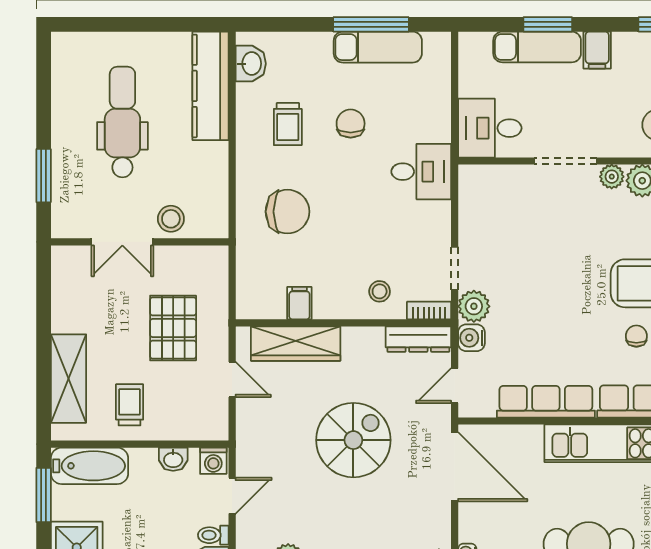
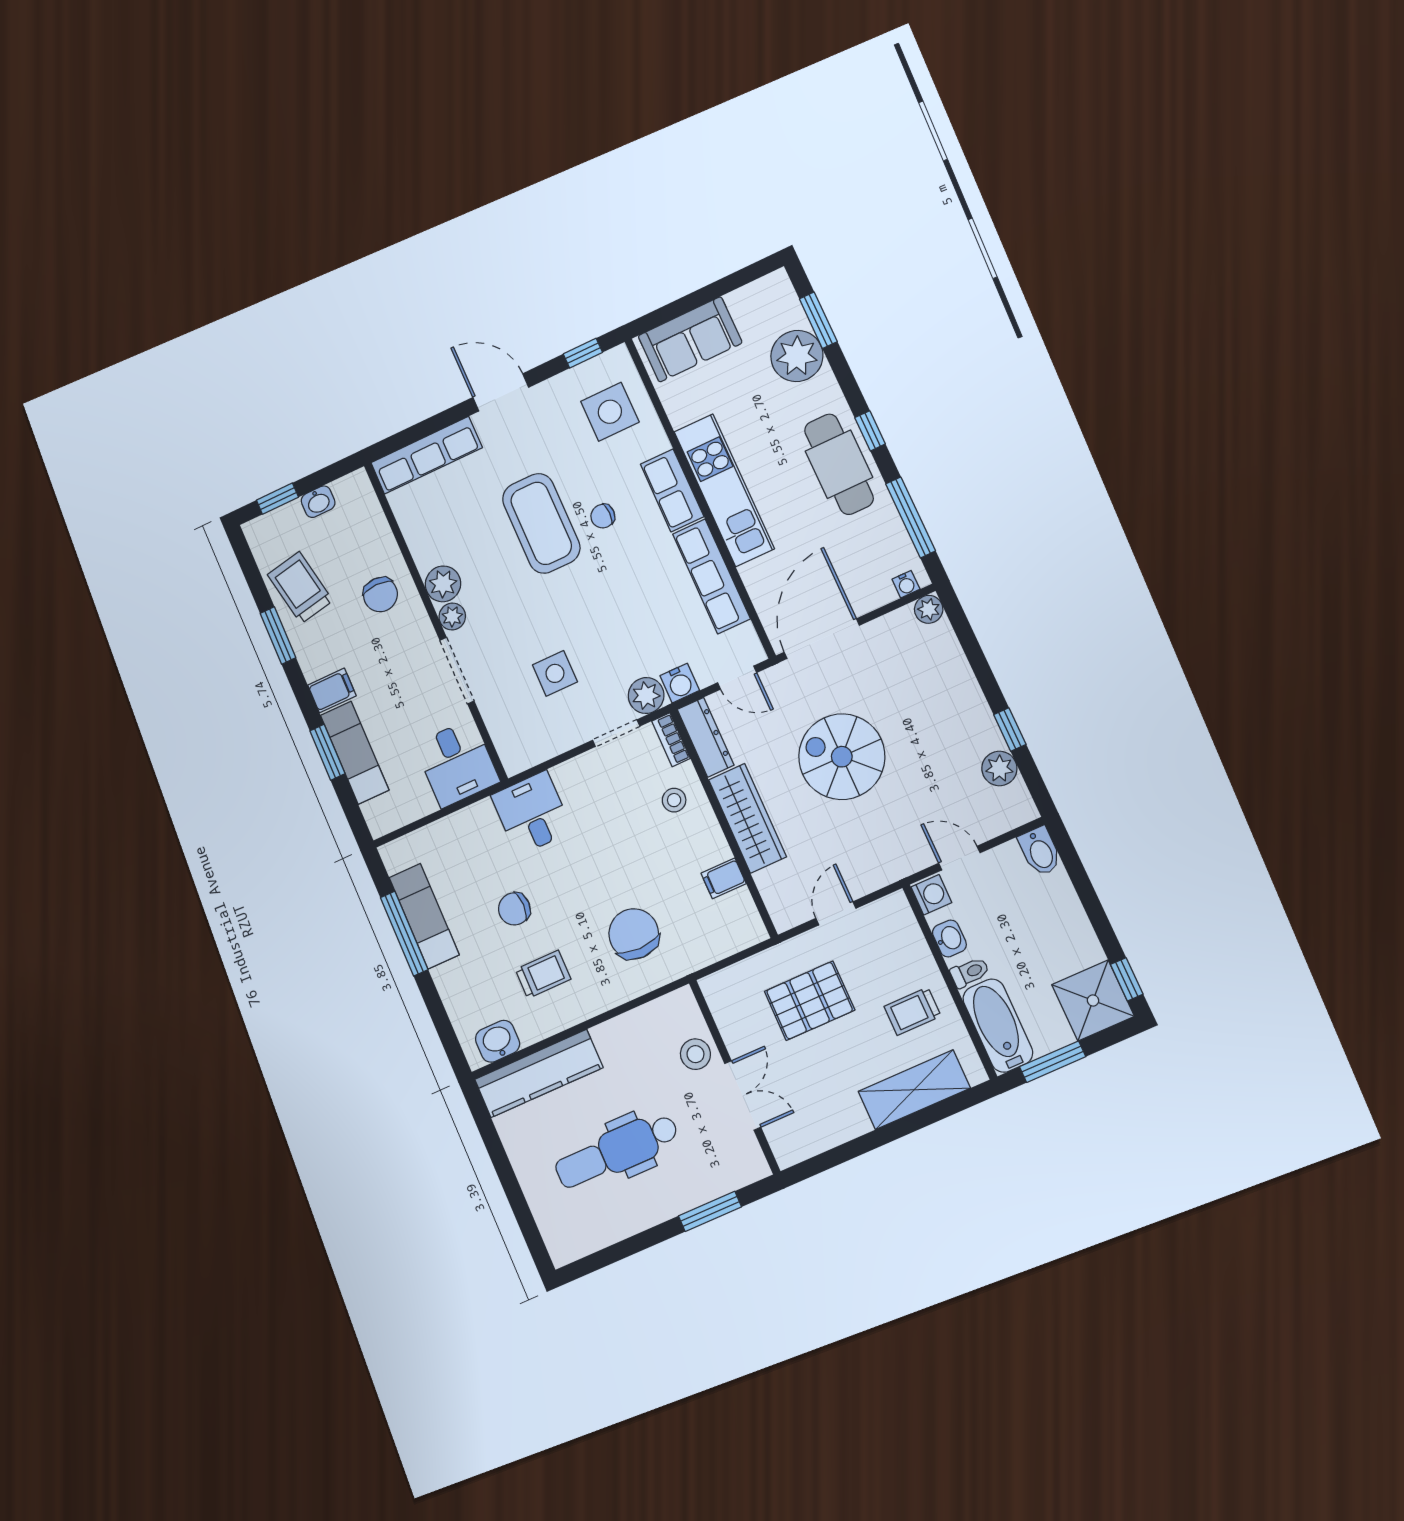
side table: (526, 240) -> (555, 673), added
wardrobe: (296, 344) -> (748, 818), moved
toilet: (213, 535) -> (970, 972), moved, turned -90

